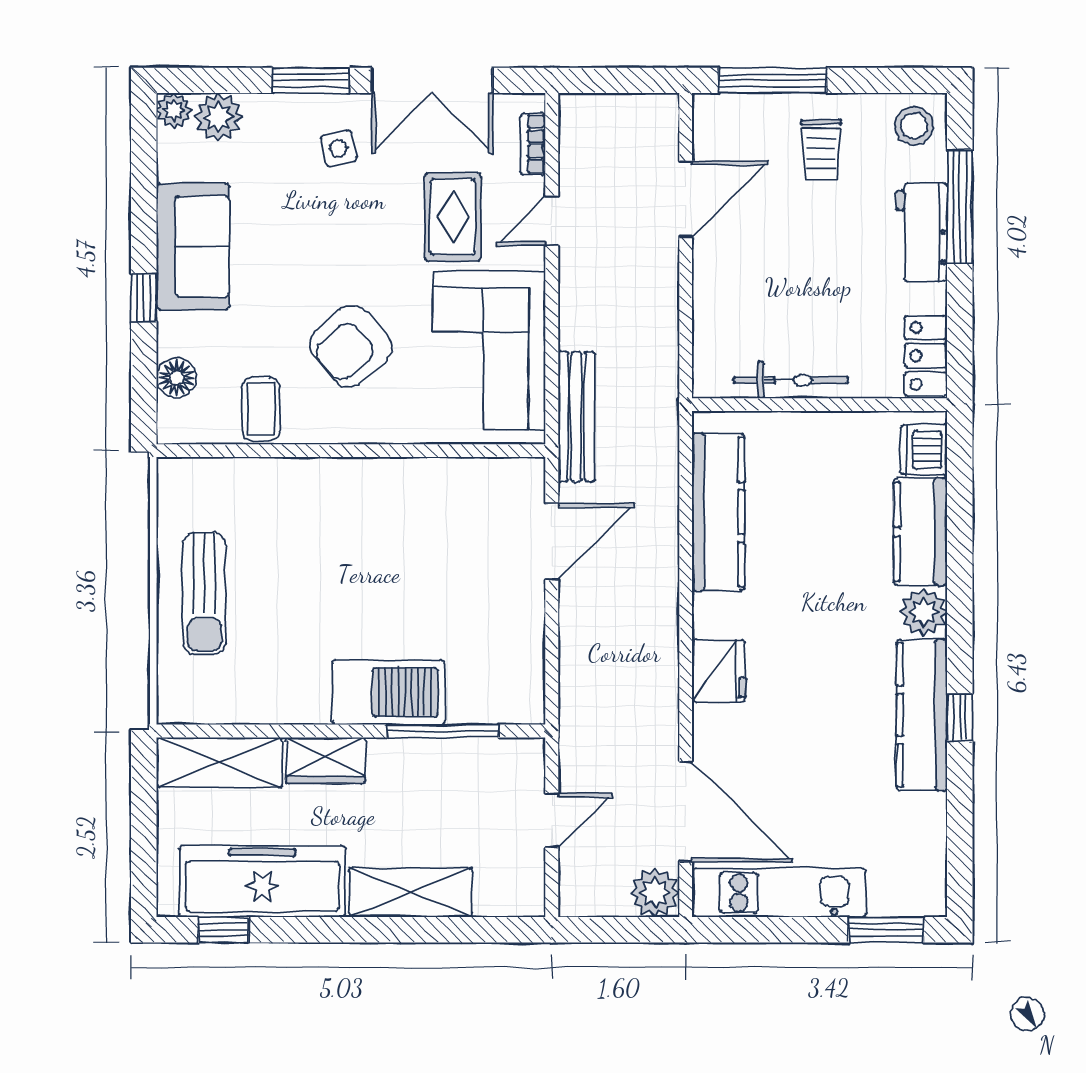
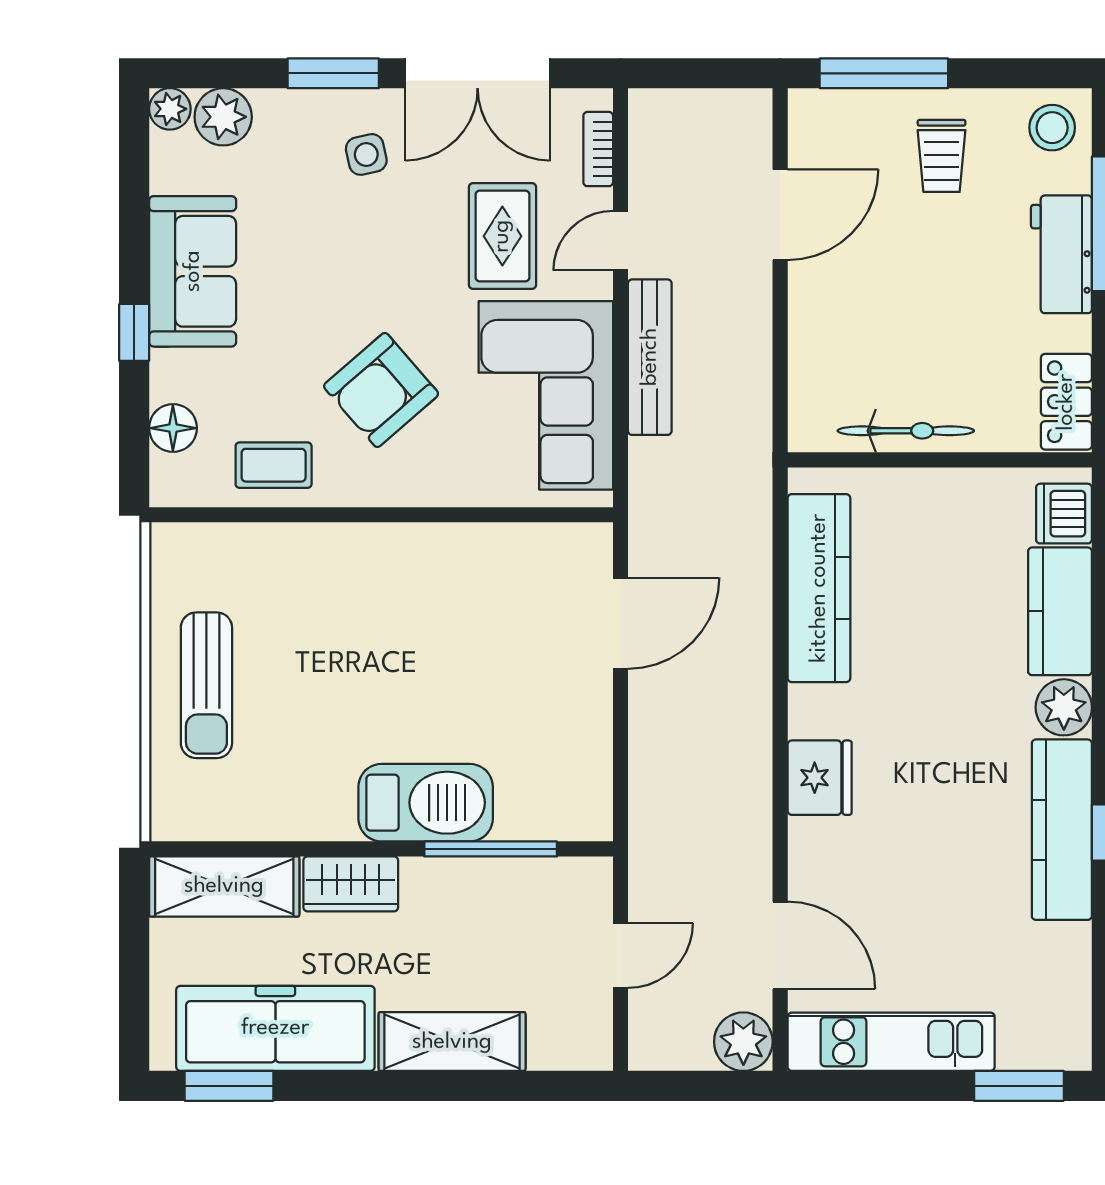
coffee table: (261, 409) -> (274, 465), turned 90
bench: (576, 417) -> (650, 357), moved
door: (686, 812) -> (780, 945), width x0.73
window: (223, 930) -> (229, 1086), width x1.50

